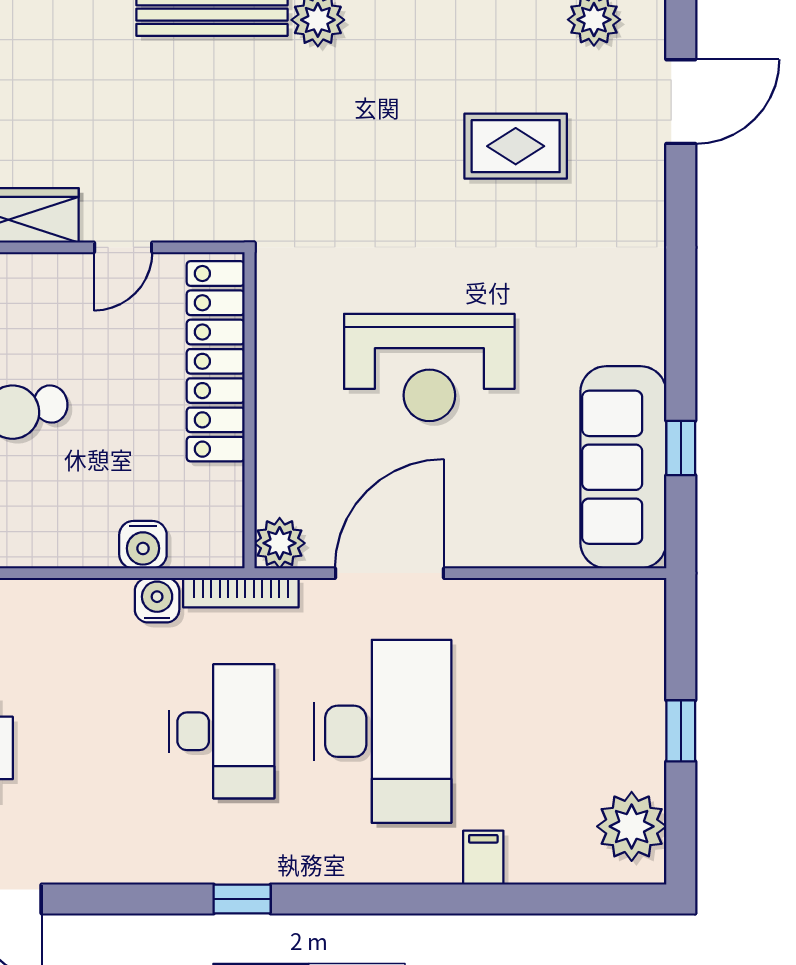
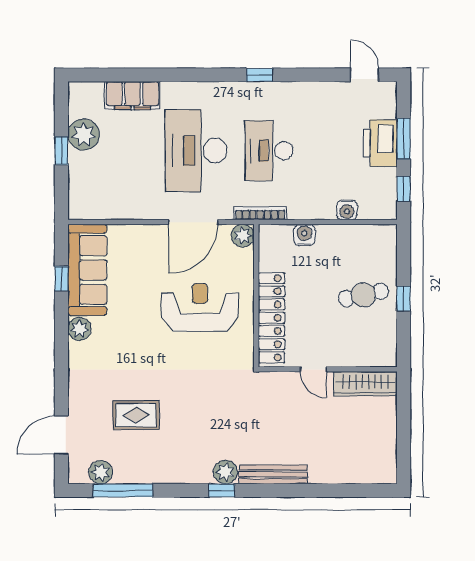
door: (123, 247) -> (313, 369), swing flipped
plant: (641, 337) -> (80, 329), added
reception desk: (429, 367) -> (200, 307), moved
water cooler: (157, 600) -> (347, 210), moved
plant: (632, 826) -> (84, 135), moved
filing cabinet: (483, 858) -> (132, 96), width x3.00, depth x1.17

